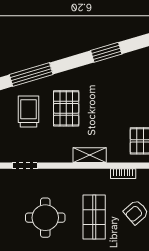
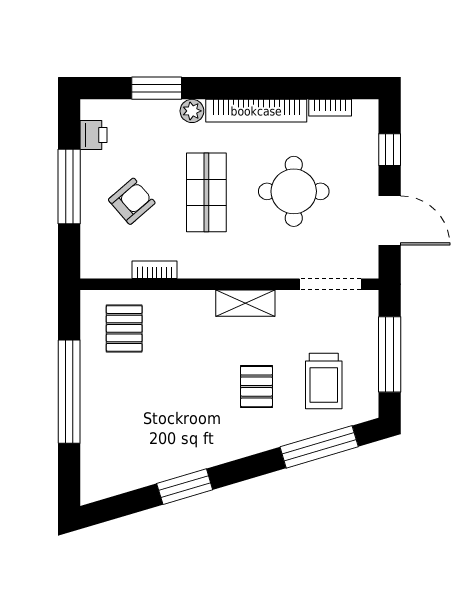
pallet: (66, 108) -> (256, 387), width x0.67, depth x0.71
shelving: (90, 155) -> (245, 303), moved
doorway: (25, 166) -> (330, 284), width x1.38

